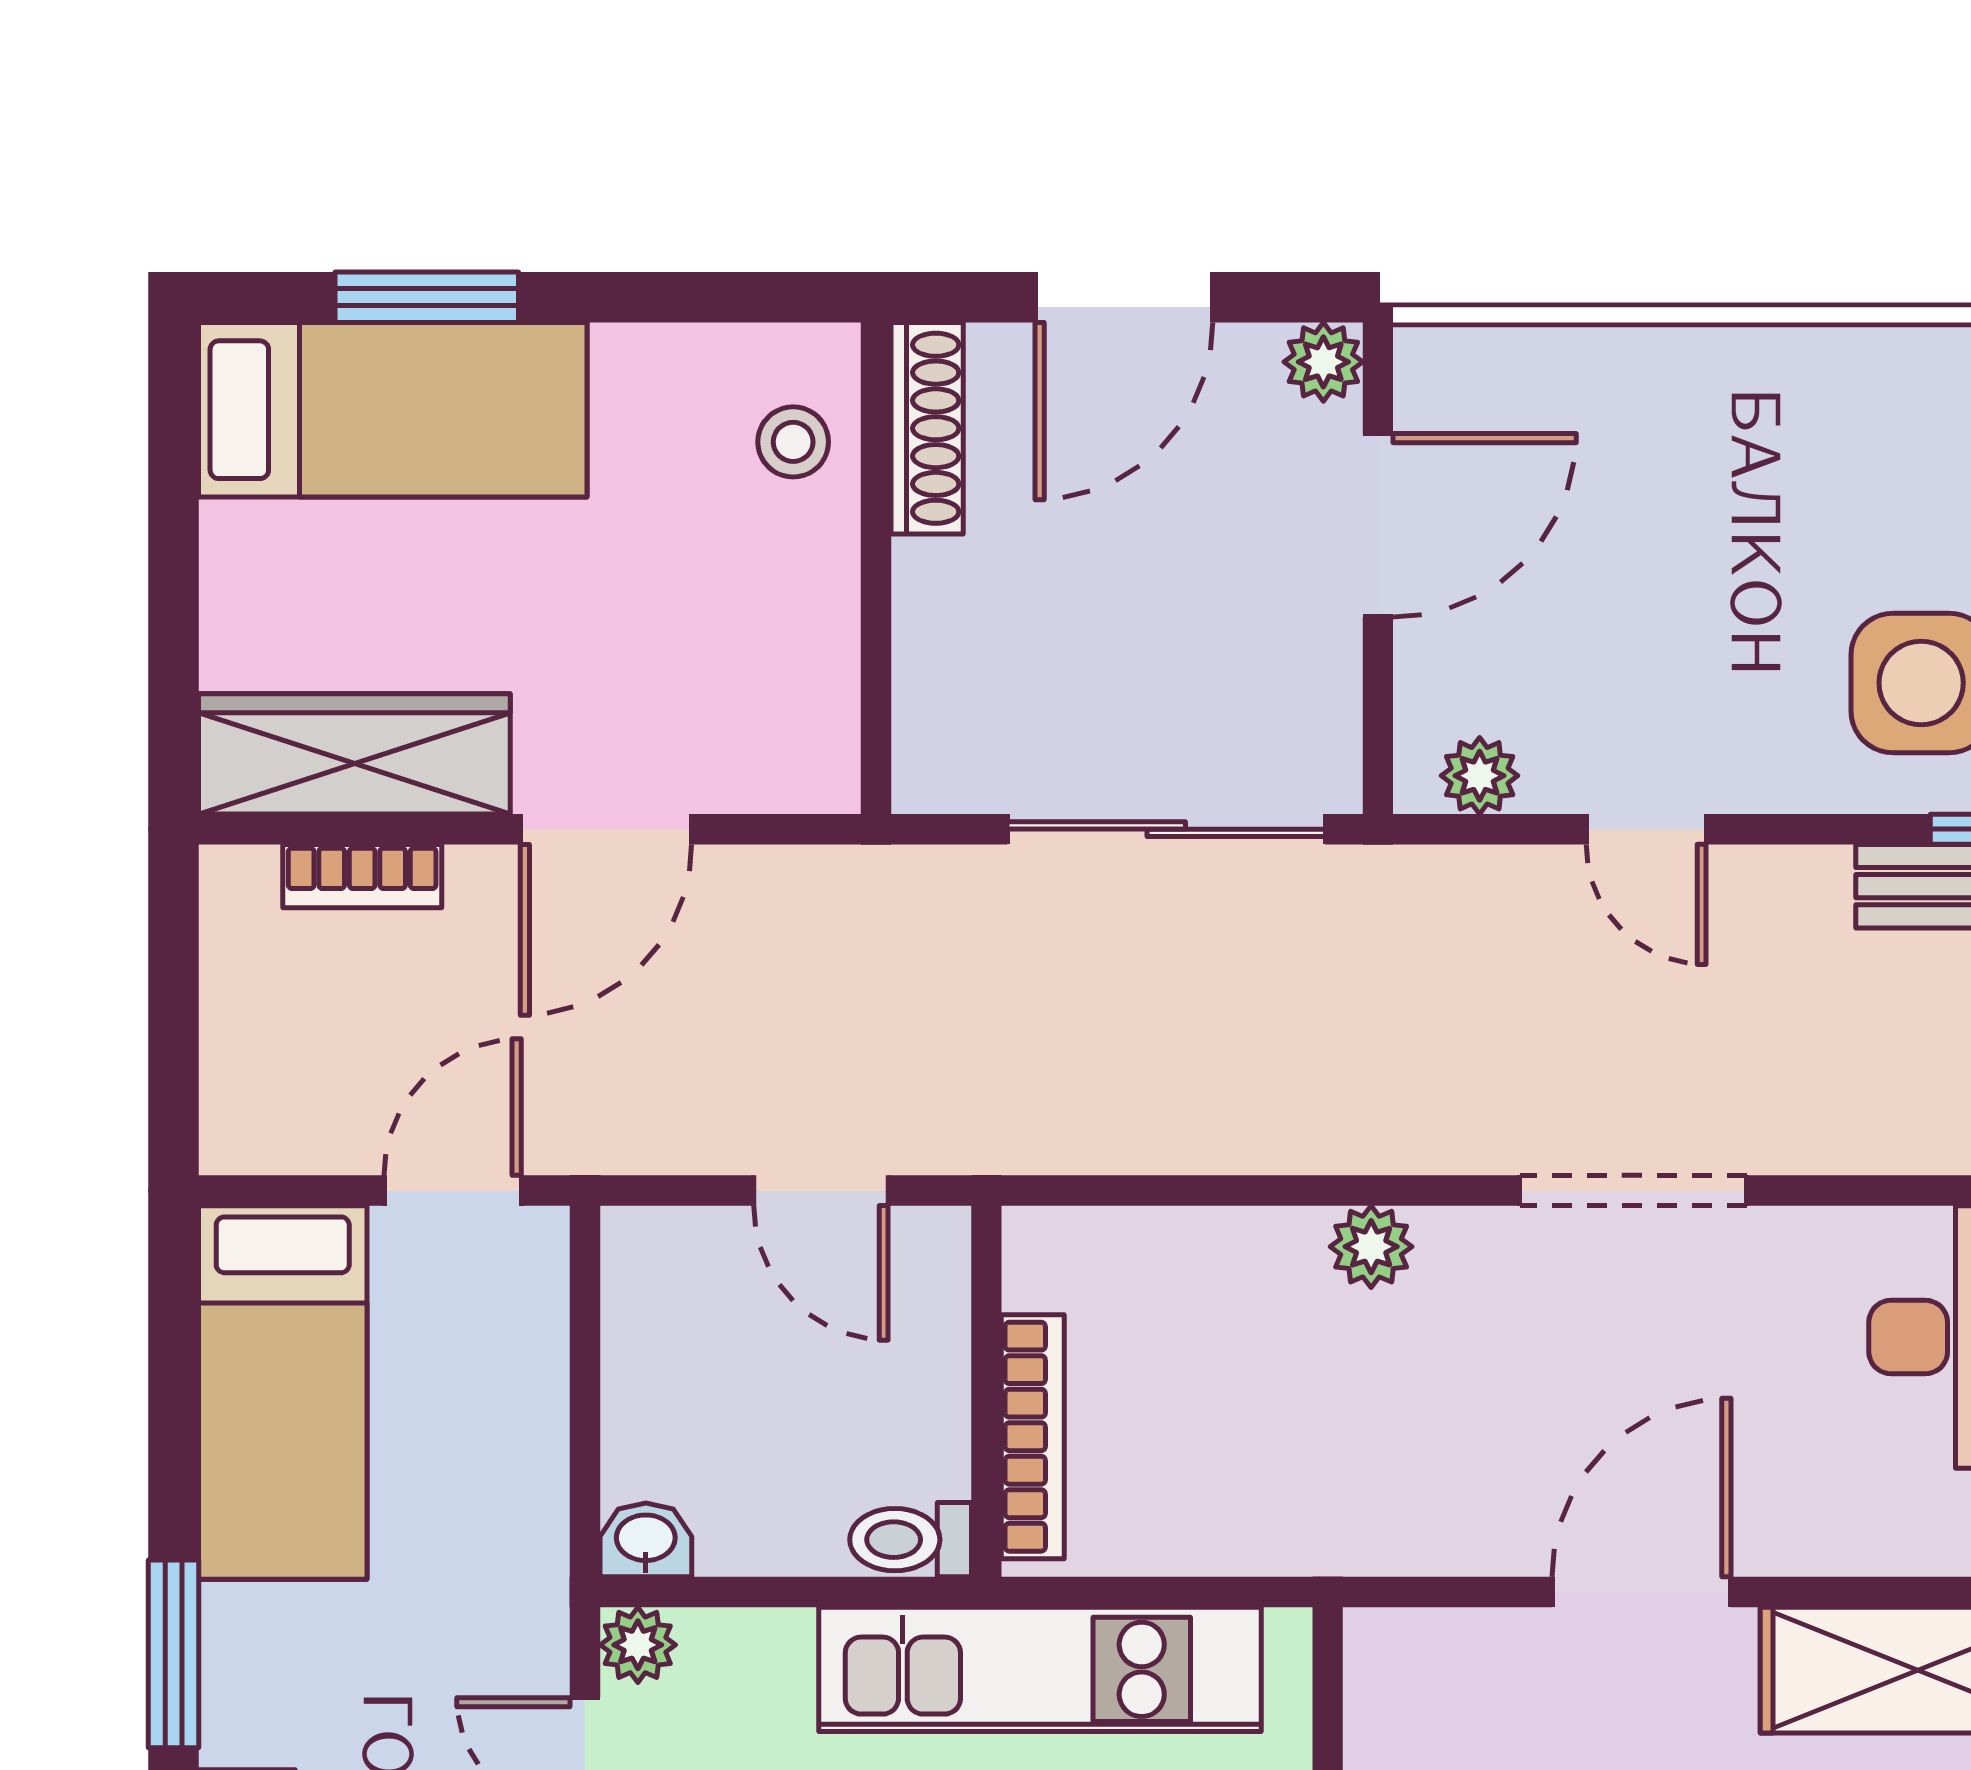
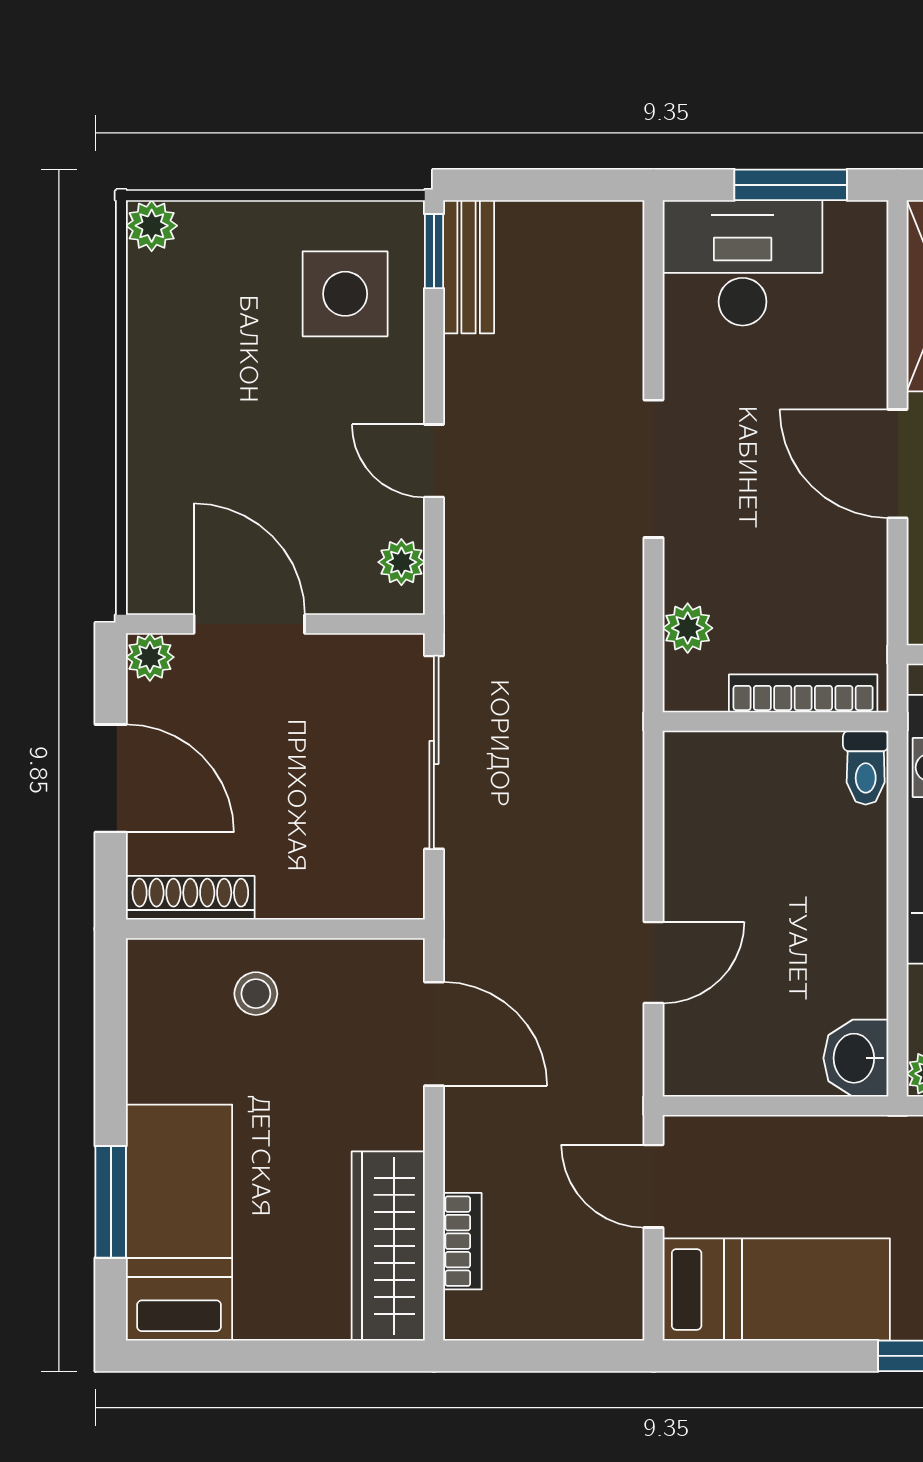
stool: (793, 442) -> (256, 994), moved
door: (606, 829) -> (434, 1034), moved
door: (1646, 829) -> (434, 461), swing flipped
wall: (986, 1391) -> (776, 722), moved
bookcase: (1033, 1437) -> (803, 693), moved
washbasin: (646, 1540) -> (856, 1058), width x1.38, depth x1.45
toilet: (911, 1540) -> (866, 768), moved

